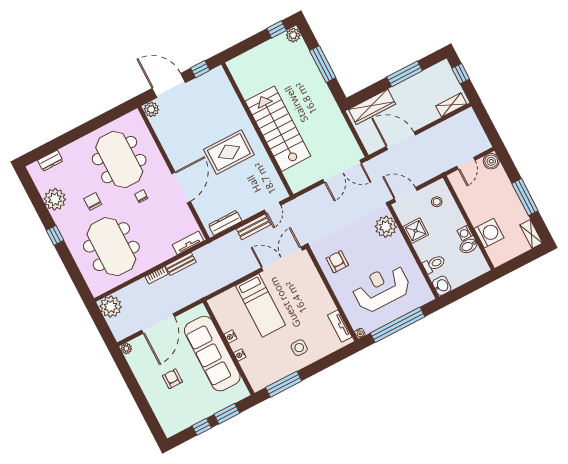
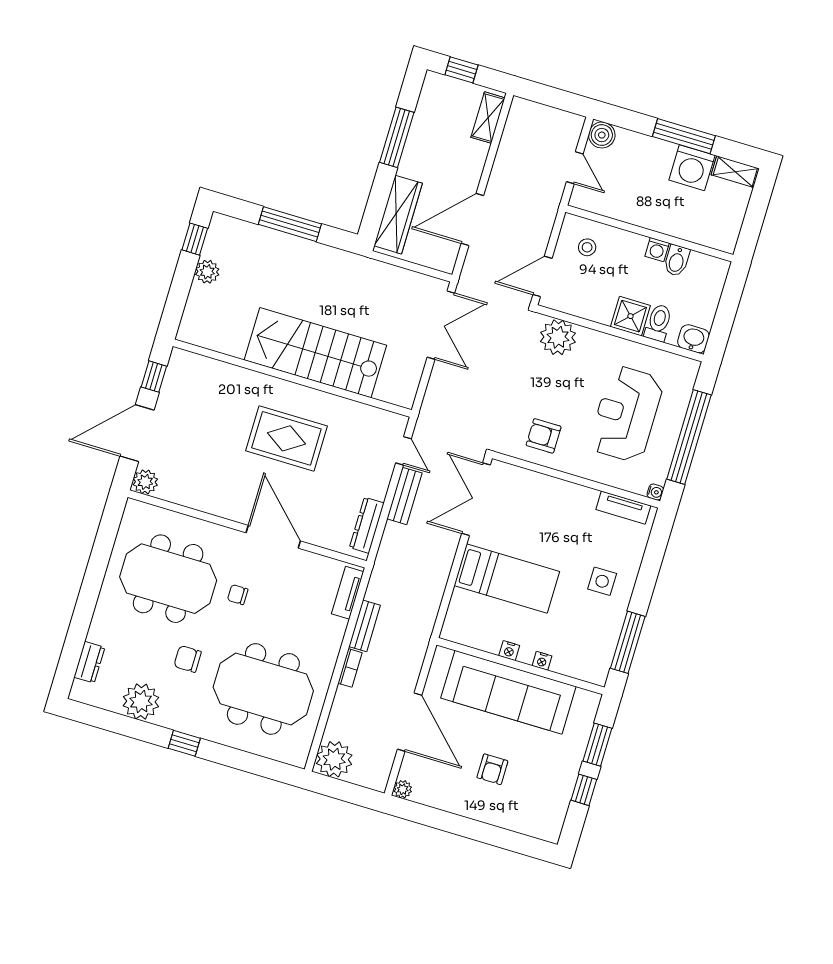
plant: (293, 35) -> (207, 272), moved
rug: (229, 152) -> (286, 438), turned 90
shower: (416, 231) -> (630, 316), moved
washing machine: (489, 233) -> (692, 168), moved, turned 180
armchair: (172, 379) -> (492, 769), turned -90

